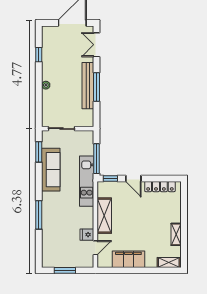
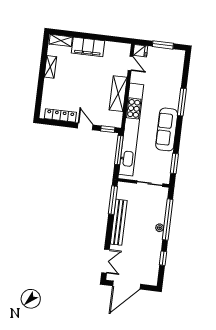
window: (97, 87) -> (113, 200), moved
window: (39, 94) -> (168, 220), added
sofa: (51, 170) -> (167, 129), moved
kitchen unit: (87, 181) -> (131, 129), width x1.86
fridge: (87, 235) -> (140, 51), moved
door: (95, 248) -> (130, 63), swing flipped
filing cabinet: (128, 259) -> (88, 47), moved

